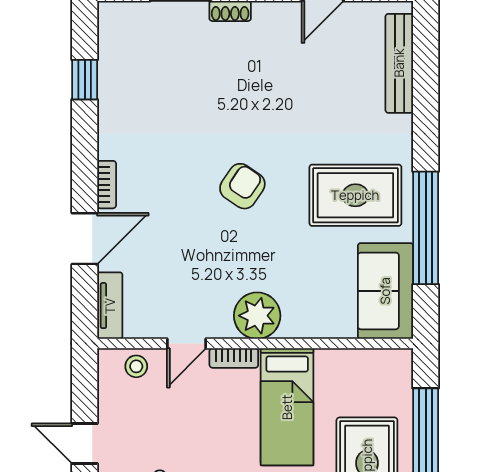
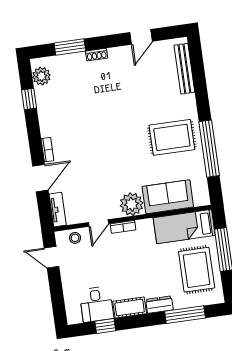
plant: (115, 38) -> (41, 76), added
armchair: (242, 186) -> (115, 141), removed
sofa: (385, 291) -> (168, 197), moved, turned 90
bed: (287, 407) -> (184, 227), moved, turned 90
door: (85, 443) -> (52, 257), moved

